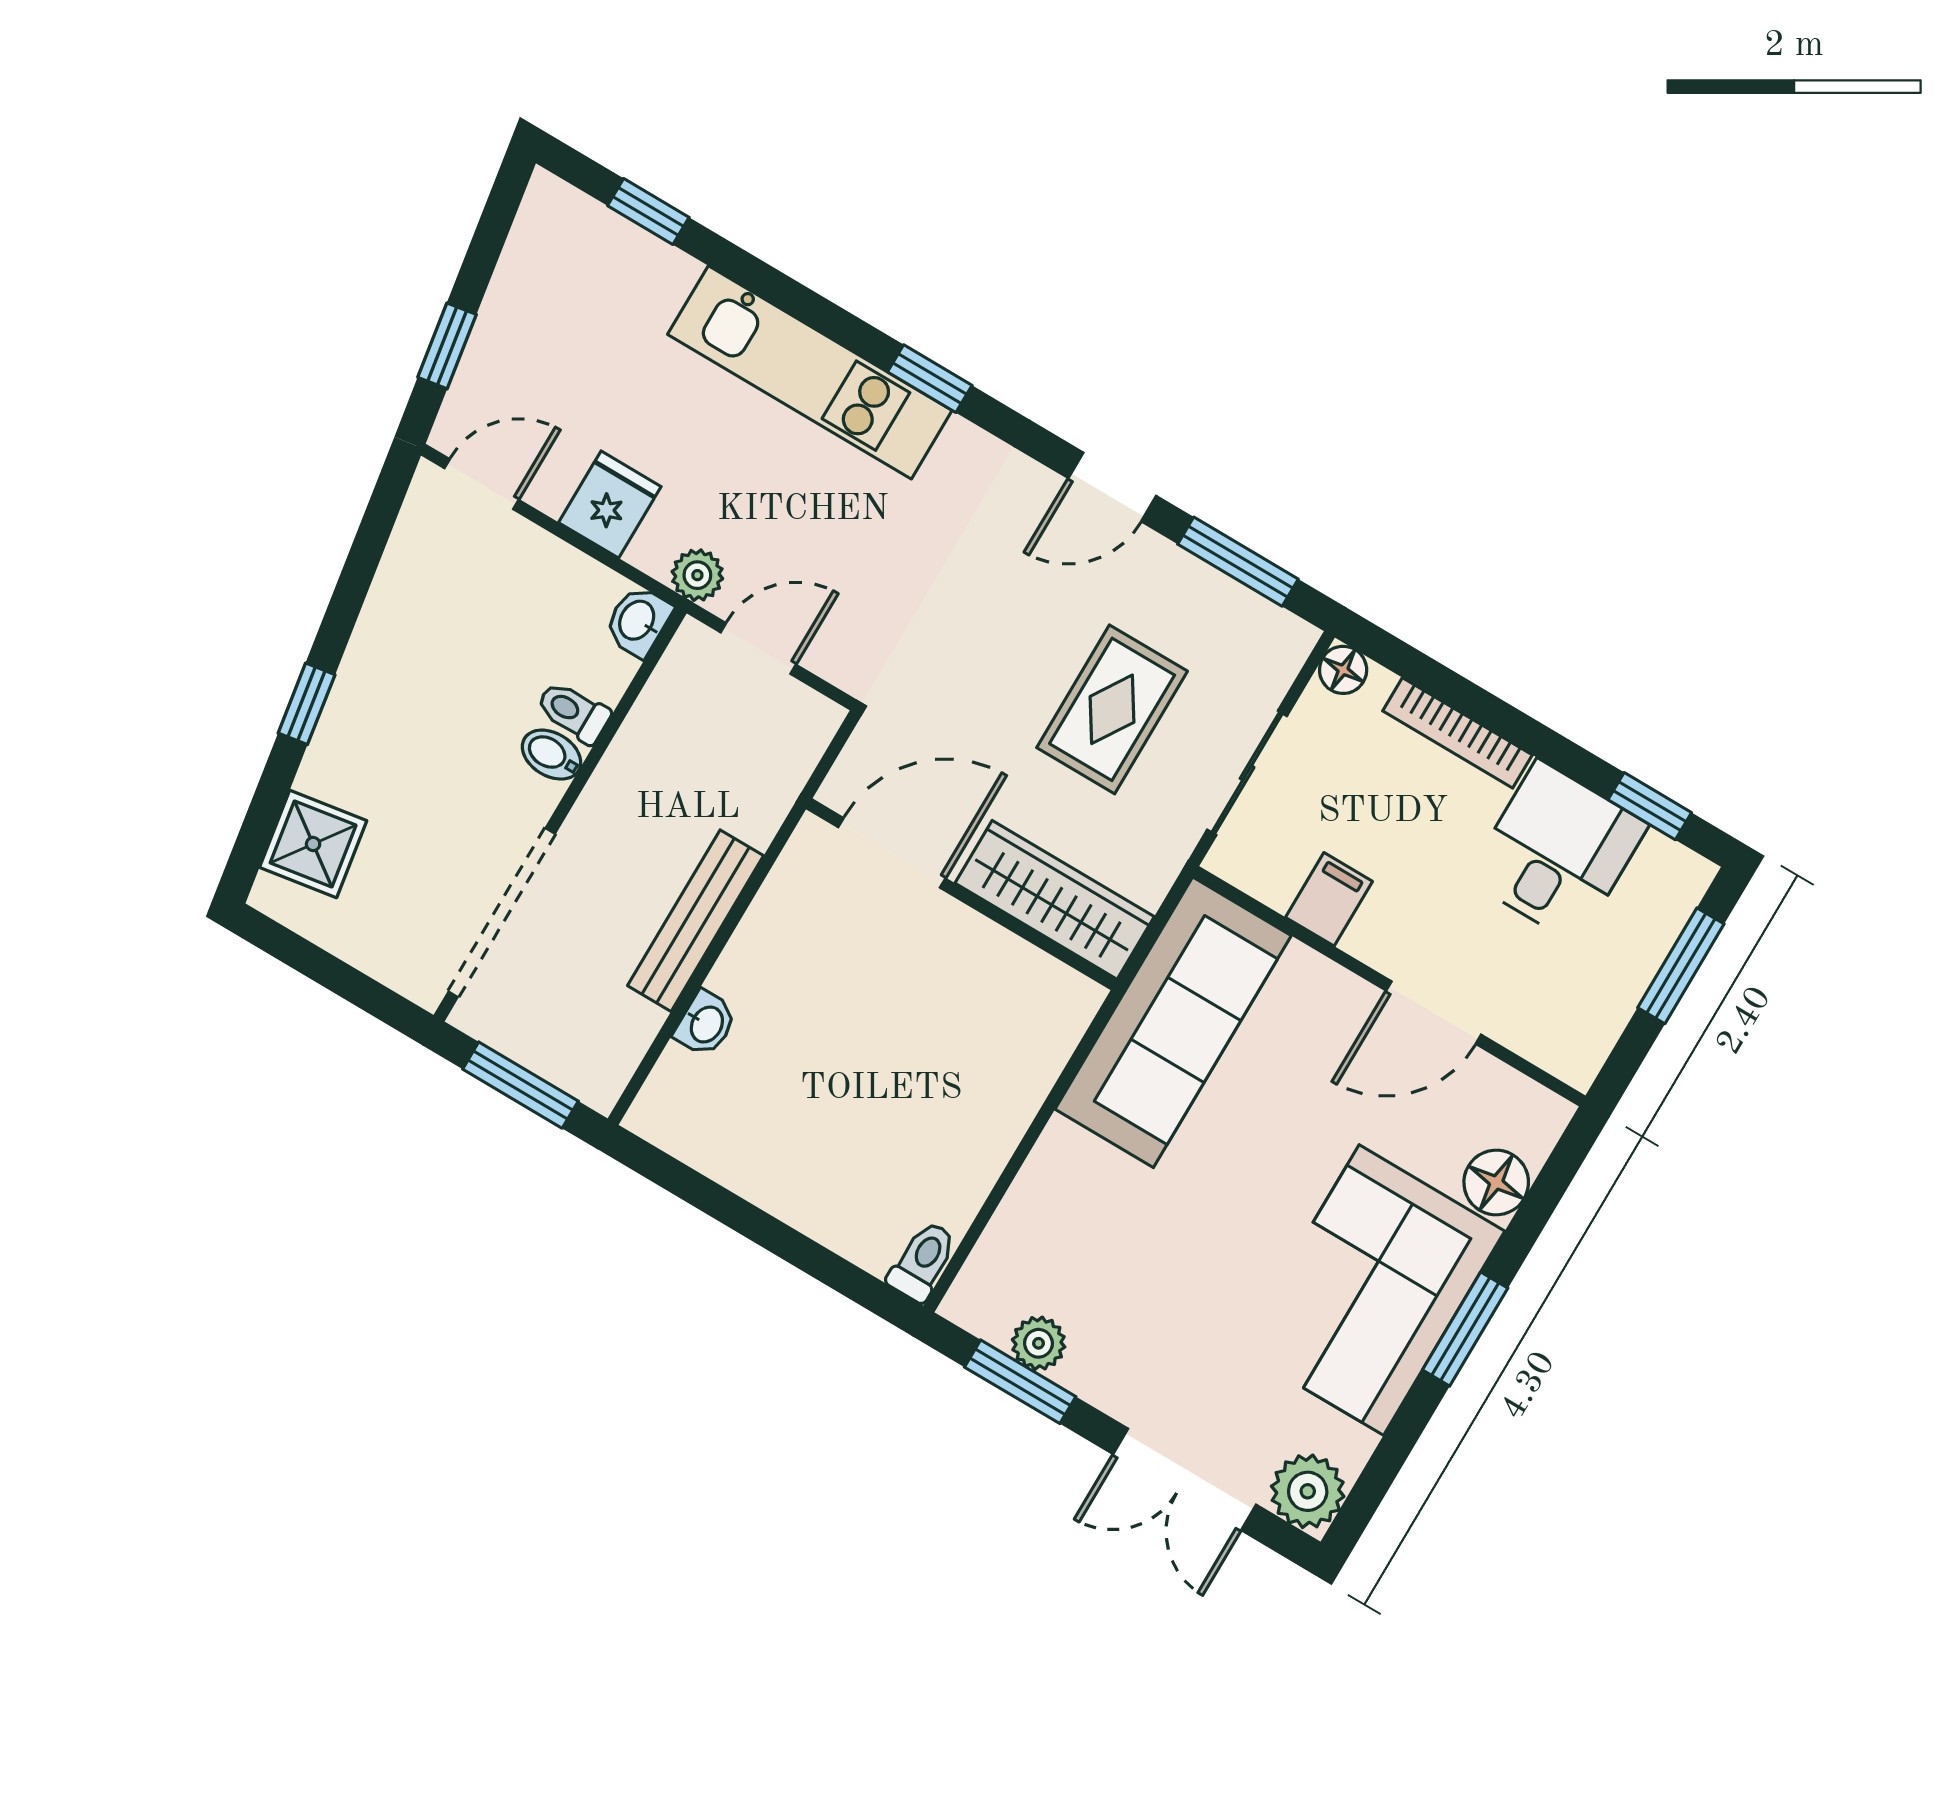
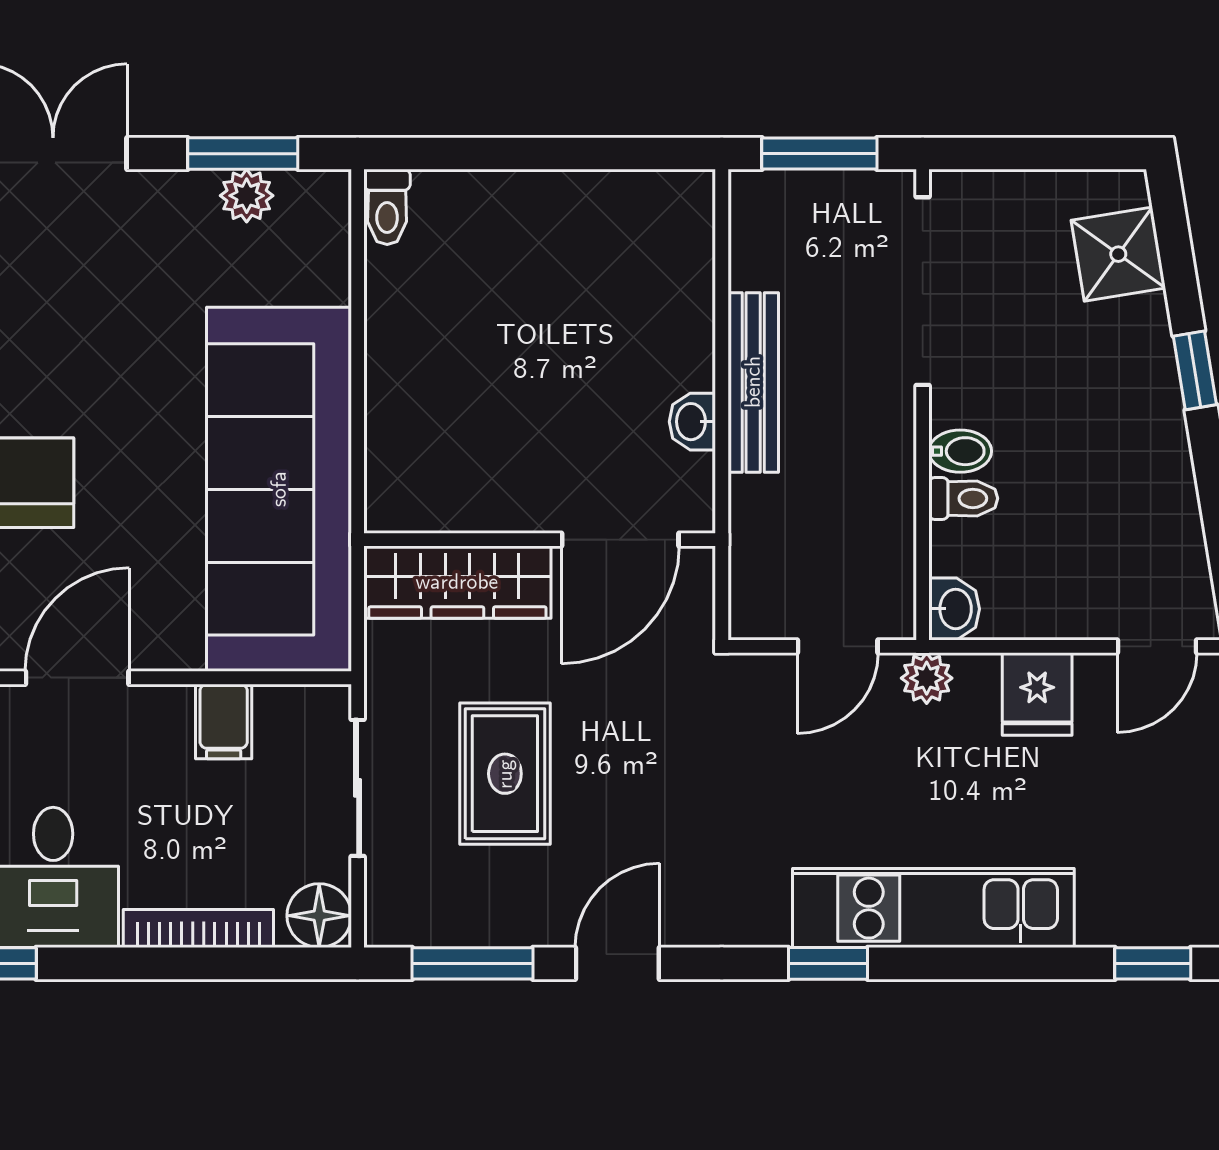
floor lamp: (1343, 670) -> (319, 916), width x1.37, depth x1.37
sofa: (1173, 1022) -> (279, 489), width x1.36, depth x1.27
washbasin: (706, 1024) -> (692, 422), moved

